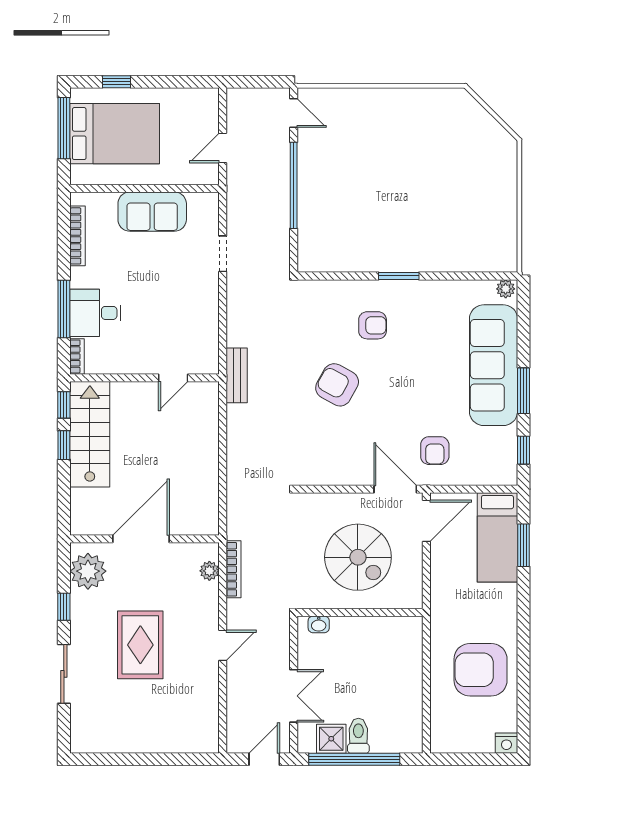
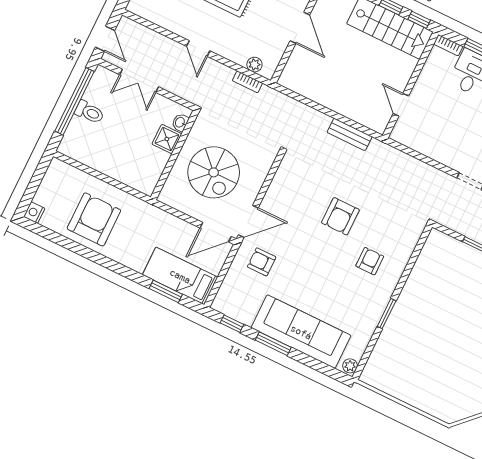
window: (399, 276) -> (387, 314), moved
armchair: (373, 325) -> (370, 261), turned 180
bench: (237, 375) -> (350, 134), moved
armchair: (337, 385) -> (340, 216), turned 151
door: (426, 521) -> (216, 232), hinge flipped
door: (141, 539) -> (300, 28), width x0.73
spiral stairs: (358, 557) -> (214, 172), turned -90
bookcase: (234, 569) -> (247, 82), width x0.64
shower: (331, 739) -> (167, 139), moved

